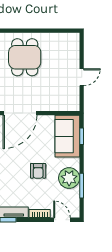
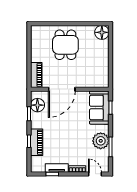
floor lamp: (71, 42) -> (102, 32), added
door: (82, 77) -> (111, 61), removed
armchair: (38, 171) -> (76, 135), removed

